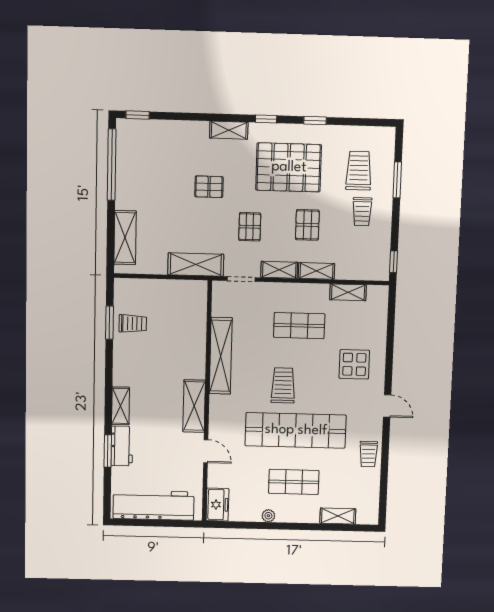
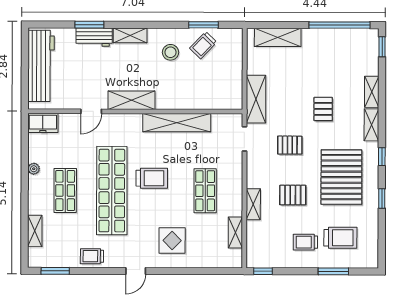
shelving: (279, 270) -> (372, 92), moved
trolley: (133, 324) -> (203, 45), turned 44
stool: (140, 361) -> (170, 52), added
window: (383, 495) -> (55, 271), added

